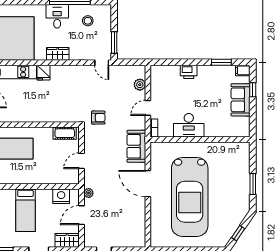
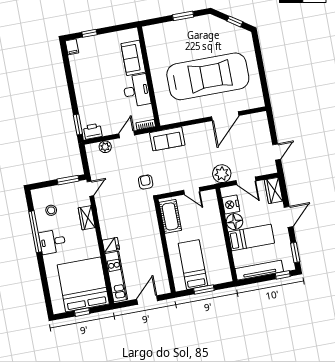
wardrobe: (58, 54) -> (87, 218), moved
window: (221, 62) -> (78, 124), moved
printer: (189, 72) -> (93, 131), moved, turned -90
sofa: (241, 100) -> (133, 58), moved, turned 90
door: (148, 108) -> (127, 134), swing flipped
cot: (65, 133) -> (170, 216), width x1.37, depth x1.34
door: (148, 184) -> (225, 116), moved
plant: (89, 193) -> (222, 174), width x1.87, depth x1.87
floor lamp: (44, 197) -> (235, 222), added

